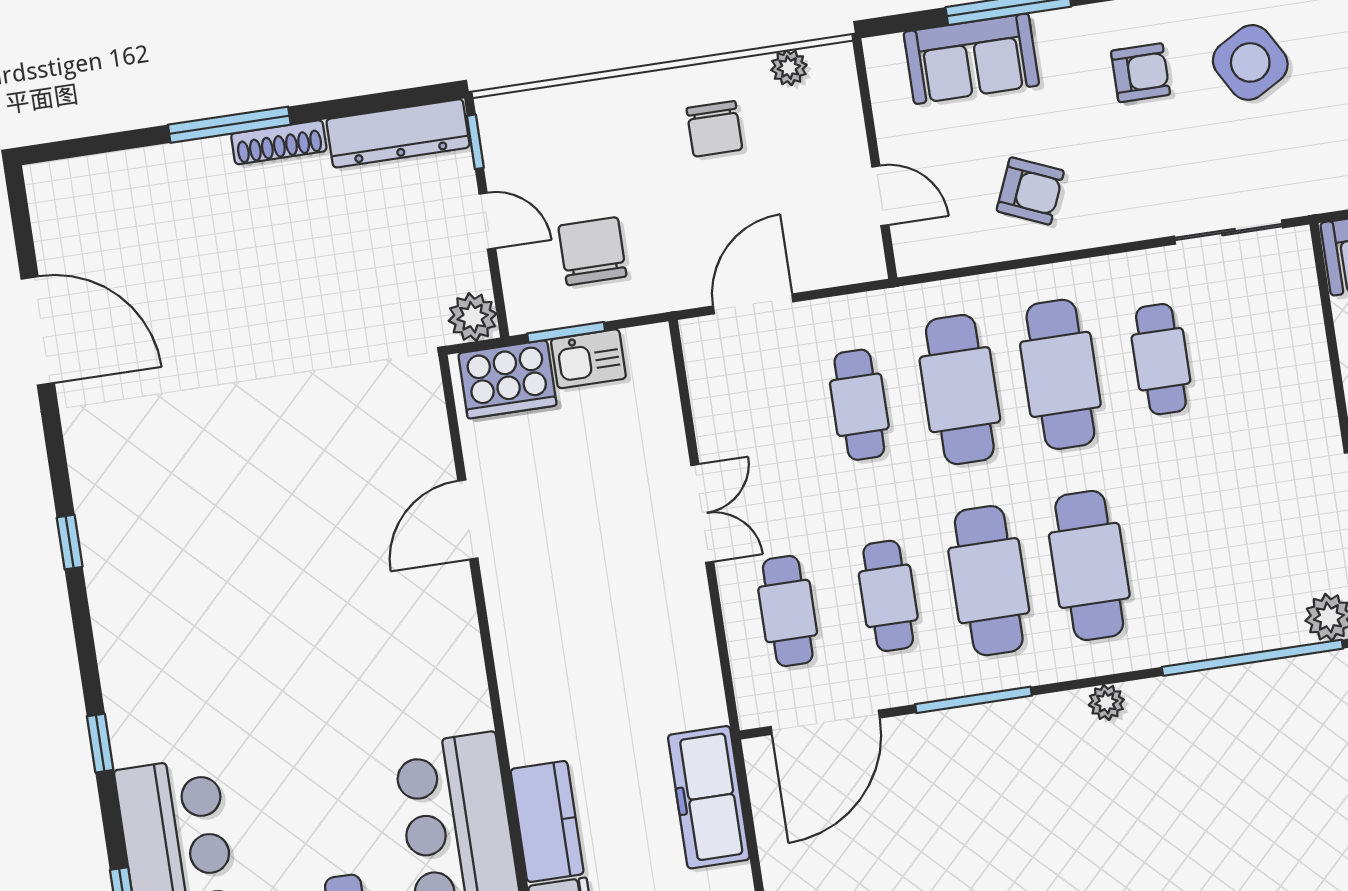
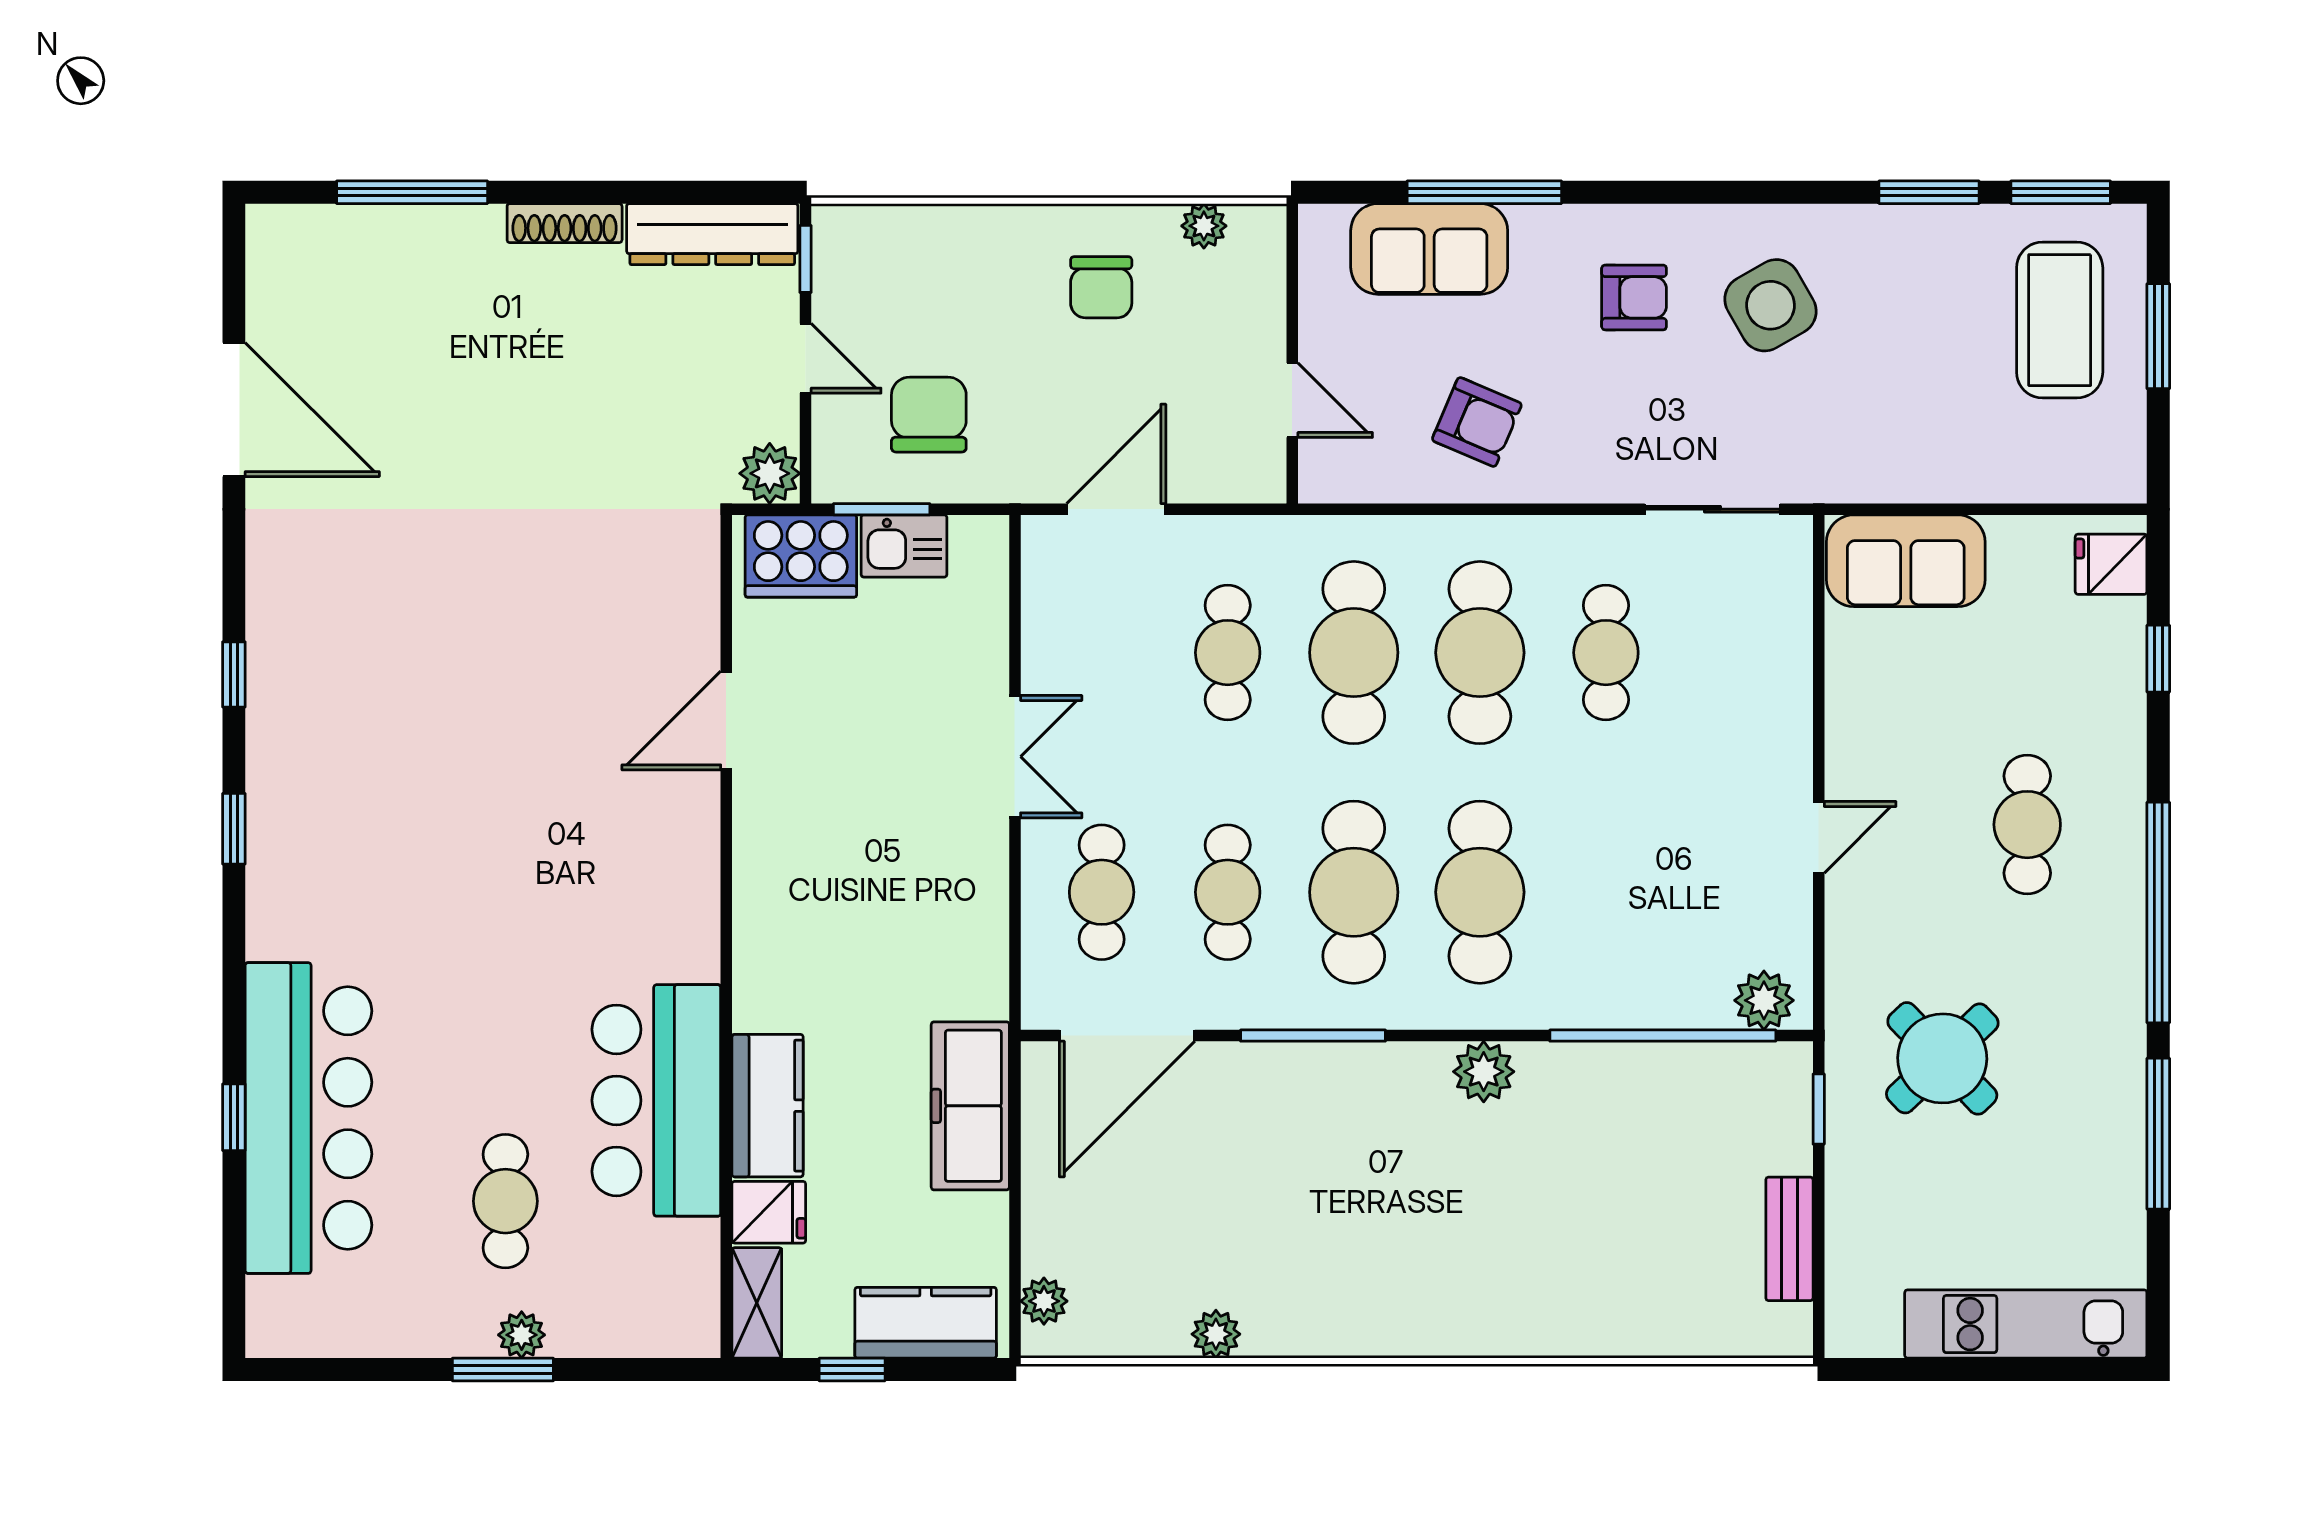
window: (229, 125) -> (412, 192), moved
plant: (1106, 702) -> (1484, 1072), width x1.38, depth x1.38
window: (100, 743) -> (234, 829), moved

